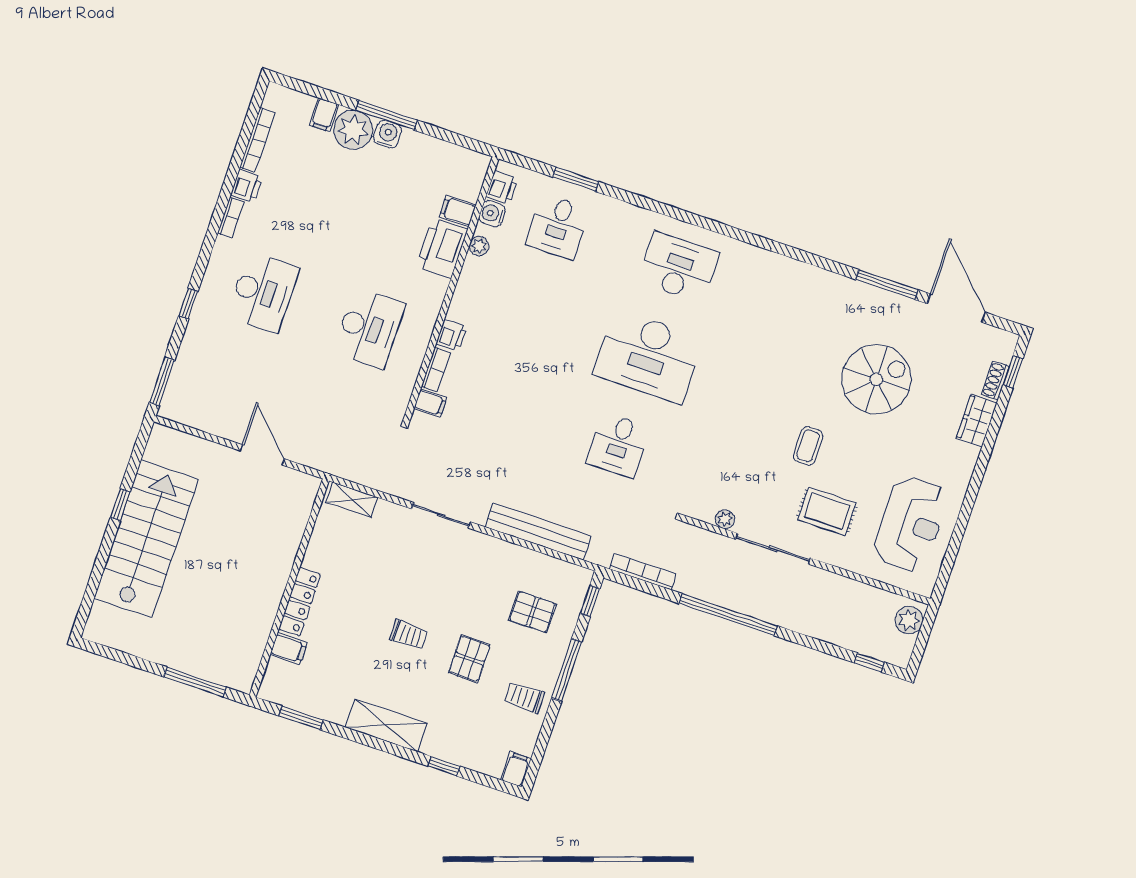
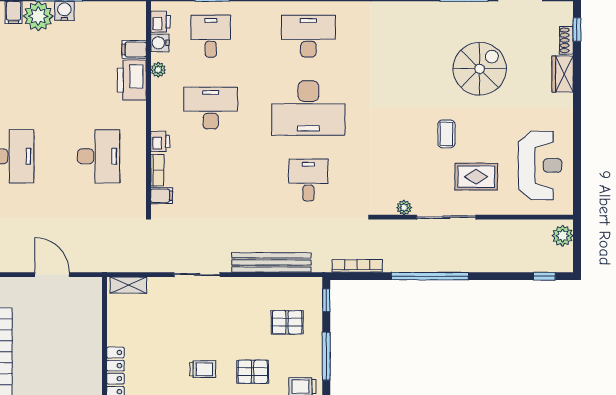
desk: (558, 227) -> (211, 36), turned 180
desk: (528, 315) -> (211, 108), added
desk: (618, 445) -> (308, 180), turned 180
pallet: (469, 659) -> (253, 372), turned 90

